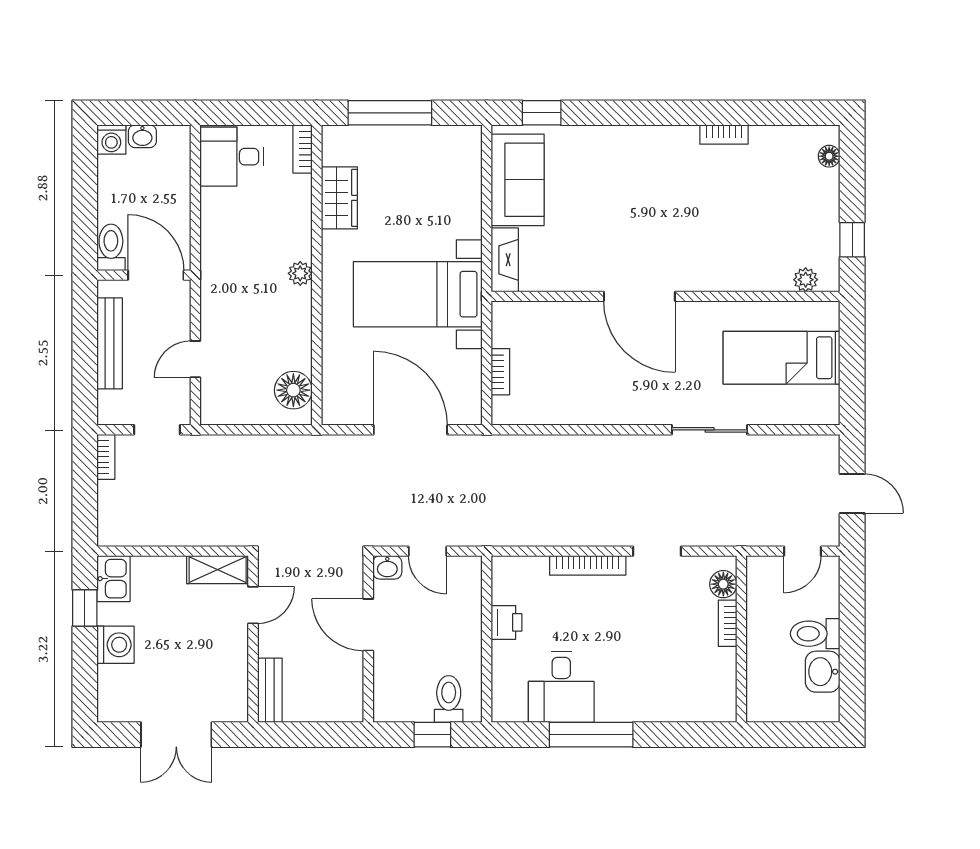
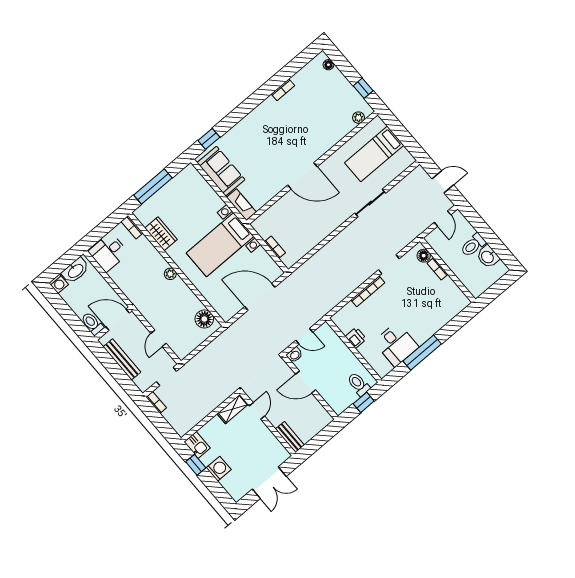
washbasin: (142, 136) -> (75, 271), width x1.91, depth x1.45

